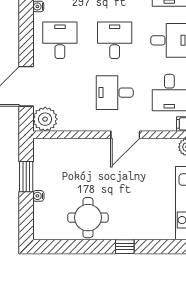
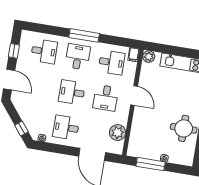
plant: (45, 119) -> (118, 133), moved
window: (26, 177) -> (151, 164), width x1.44

